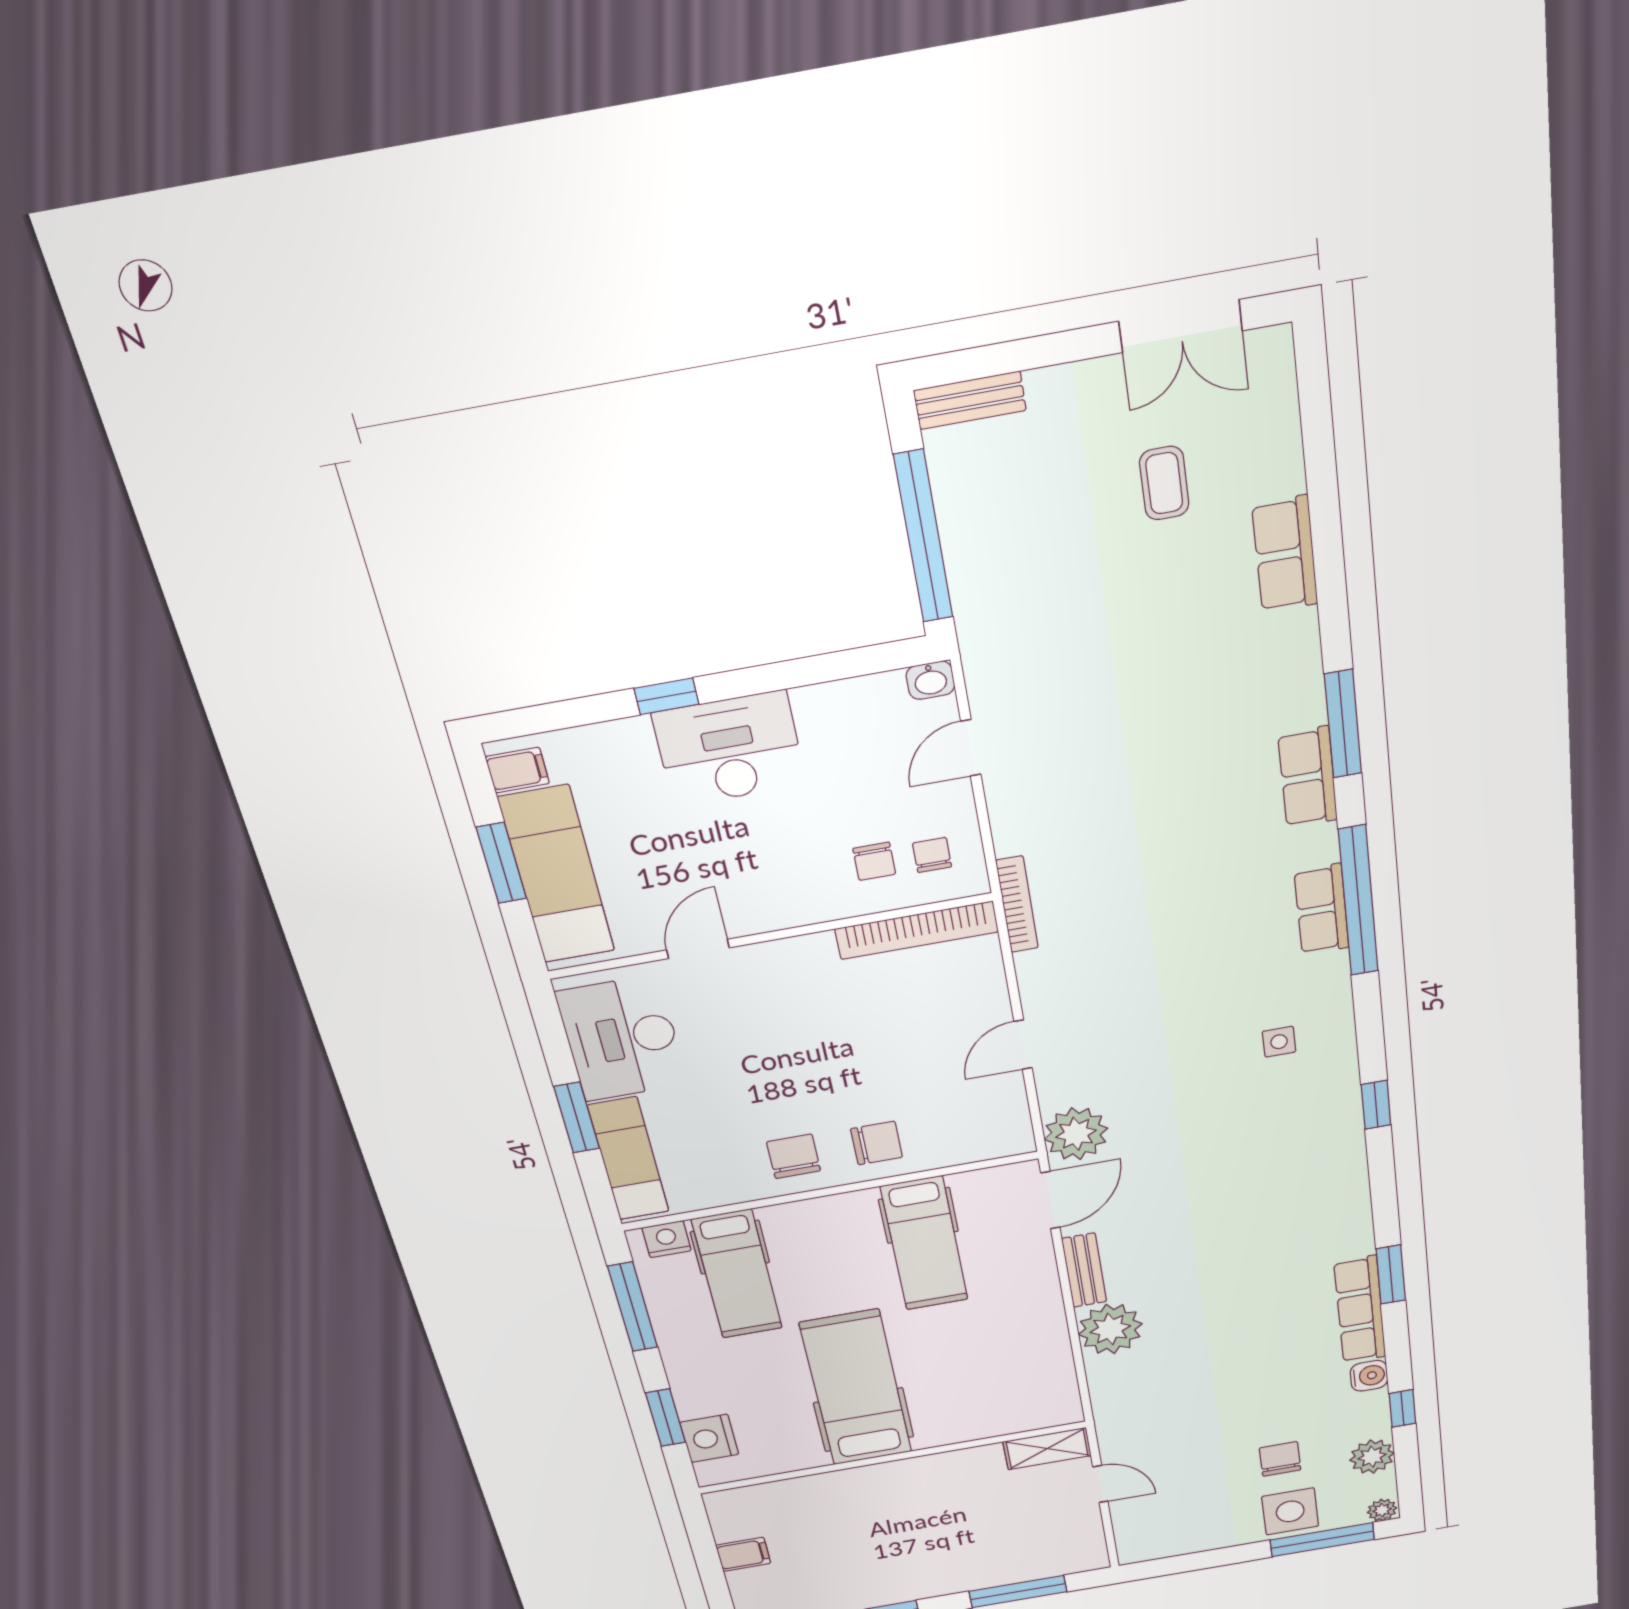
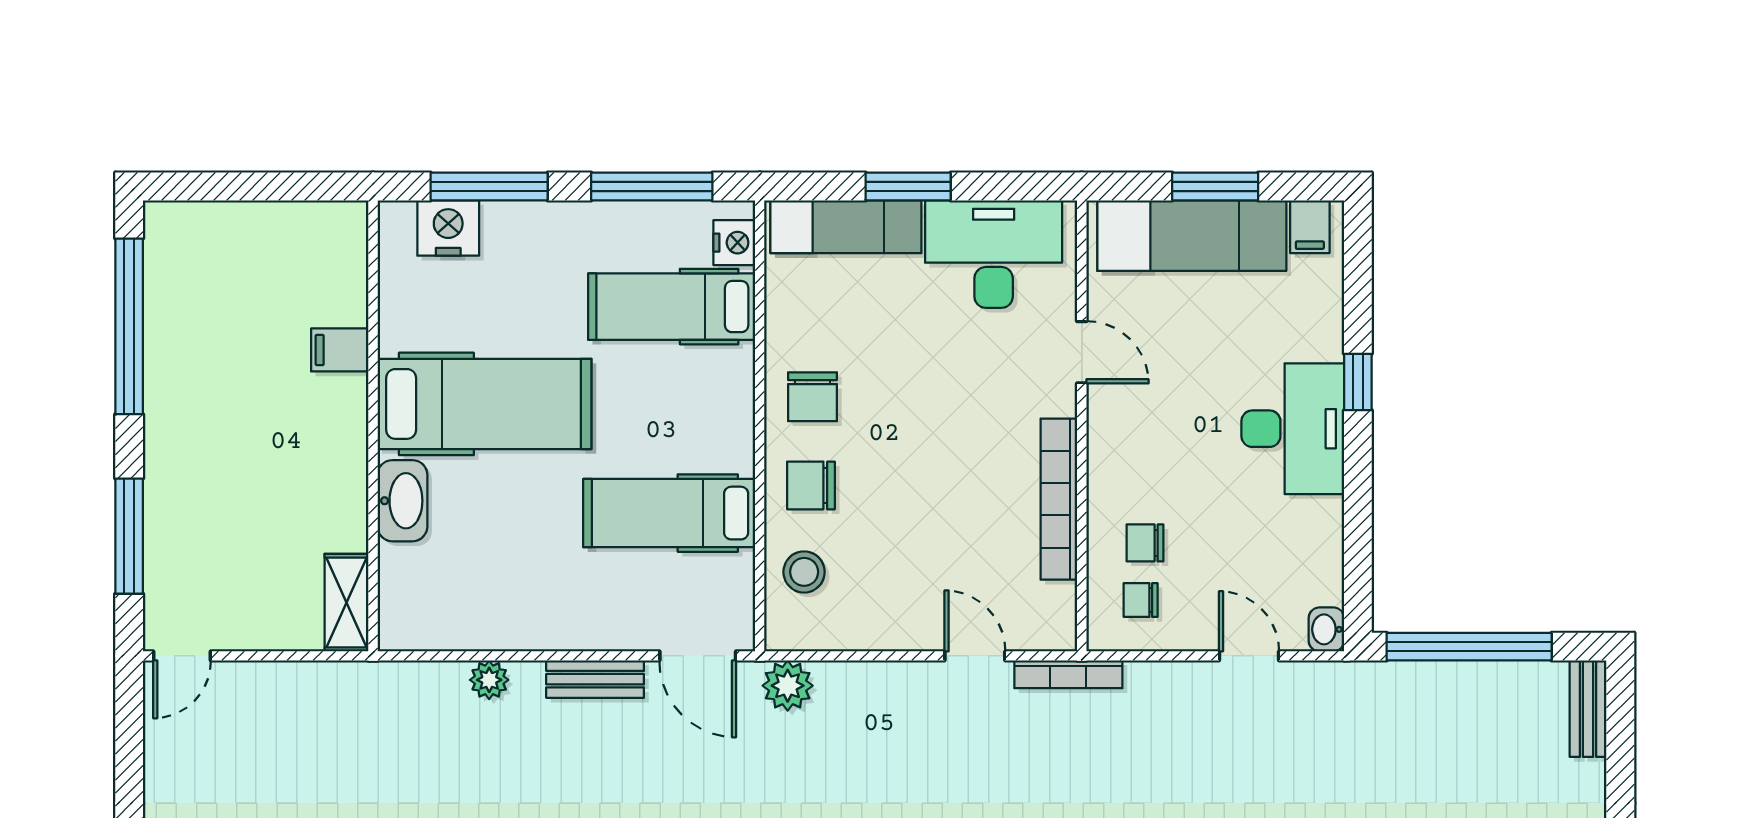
chair: (932, 855) -> (1141, 600), turned 180
bookcase: (917, 930) -> (1059, 499), moved
door: (1023, 1045) -> (975, 656), moved
stool: (958, 1134) -> (804, 572), added
plant: (1076, 1134) -> (788, 686), width x0.73, depth x0.73
chair: (876, 1143) -> (811, 485), turned 90
chair: (794, 1156) -> (813, 397), turned 90
plant: (1110, 1329) -> (489, 680), width x0.53, depth x0.53
window: (665, 1418) -> (489, 186), width x1.44
washbasin: (952, 1428) -> (402, 501), added
door: (1100, 1484) -> (182, 656), moved
filing cabinet: (743, 1554) -> (340, 350), moved, turned 90

